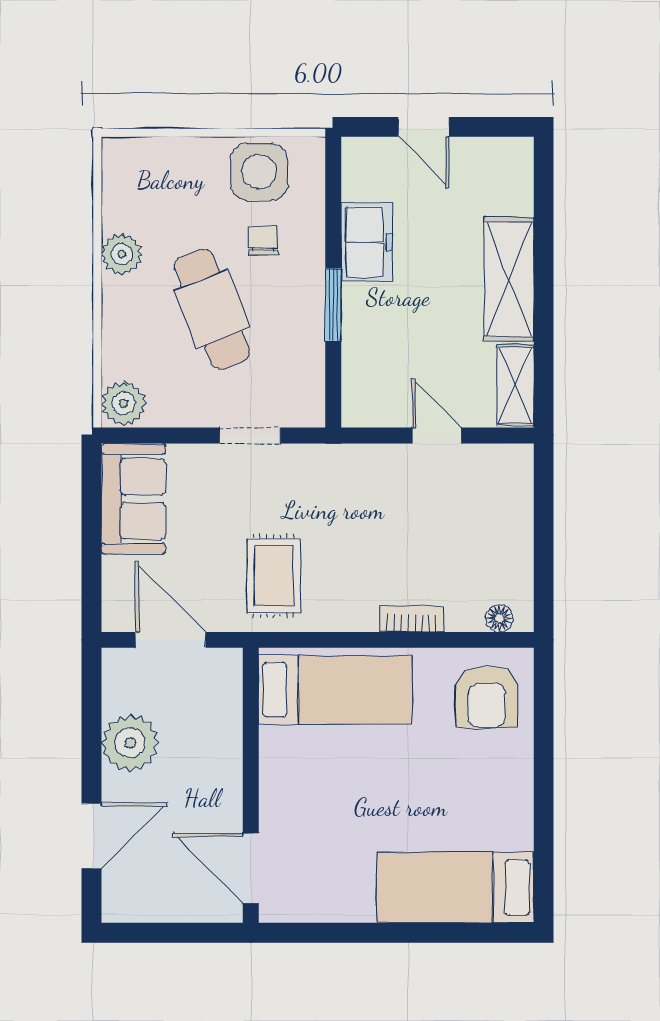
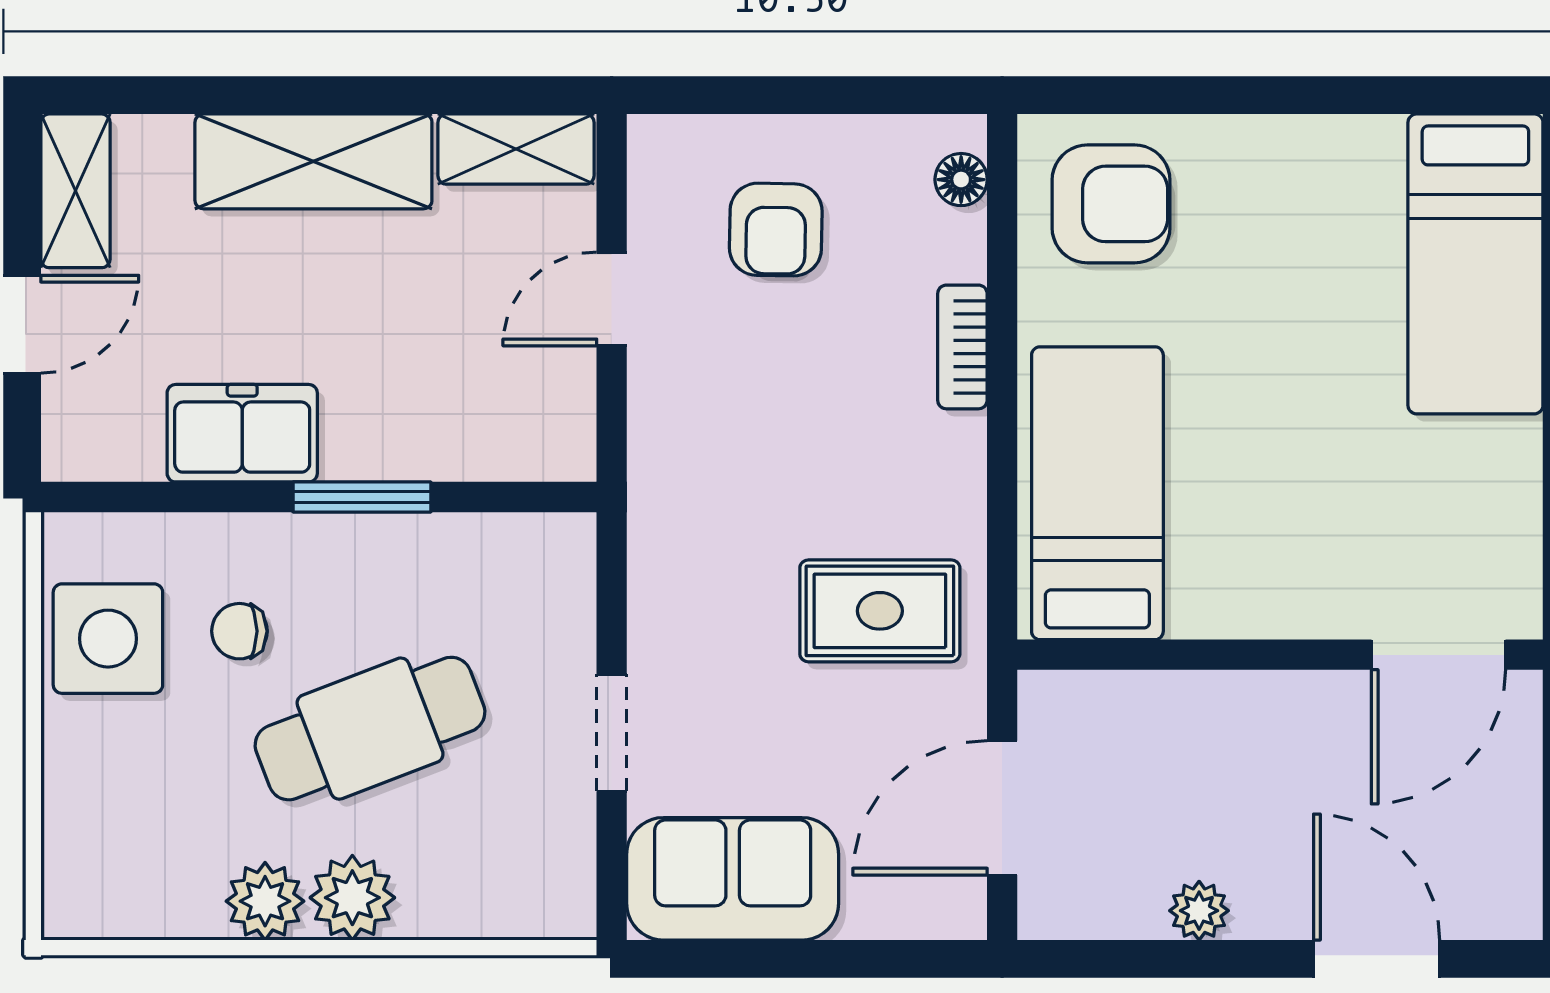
shelving: (494, 155) -> (75, 191), added
plant: (124, 403) -> (352, 898), moved
doorway: (250, 435) -> (612, 733), moved
armchair: (473, 521) -> (776, 230), added
plant: (130, 743) -> (1199, 911), width x0.53, depth x0.53

